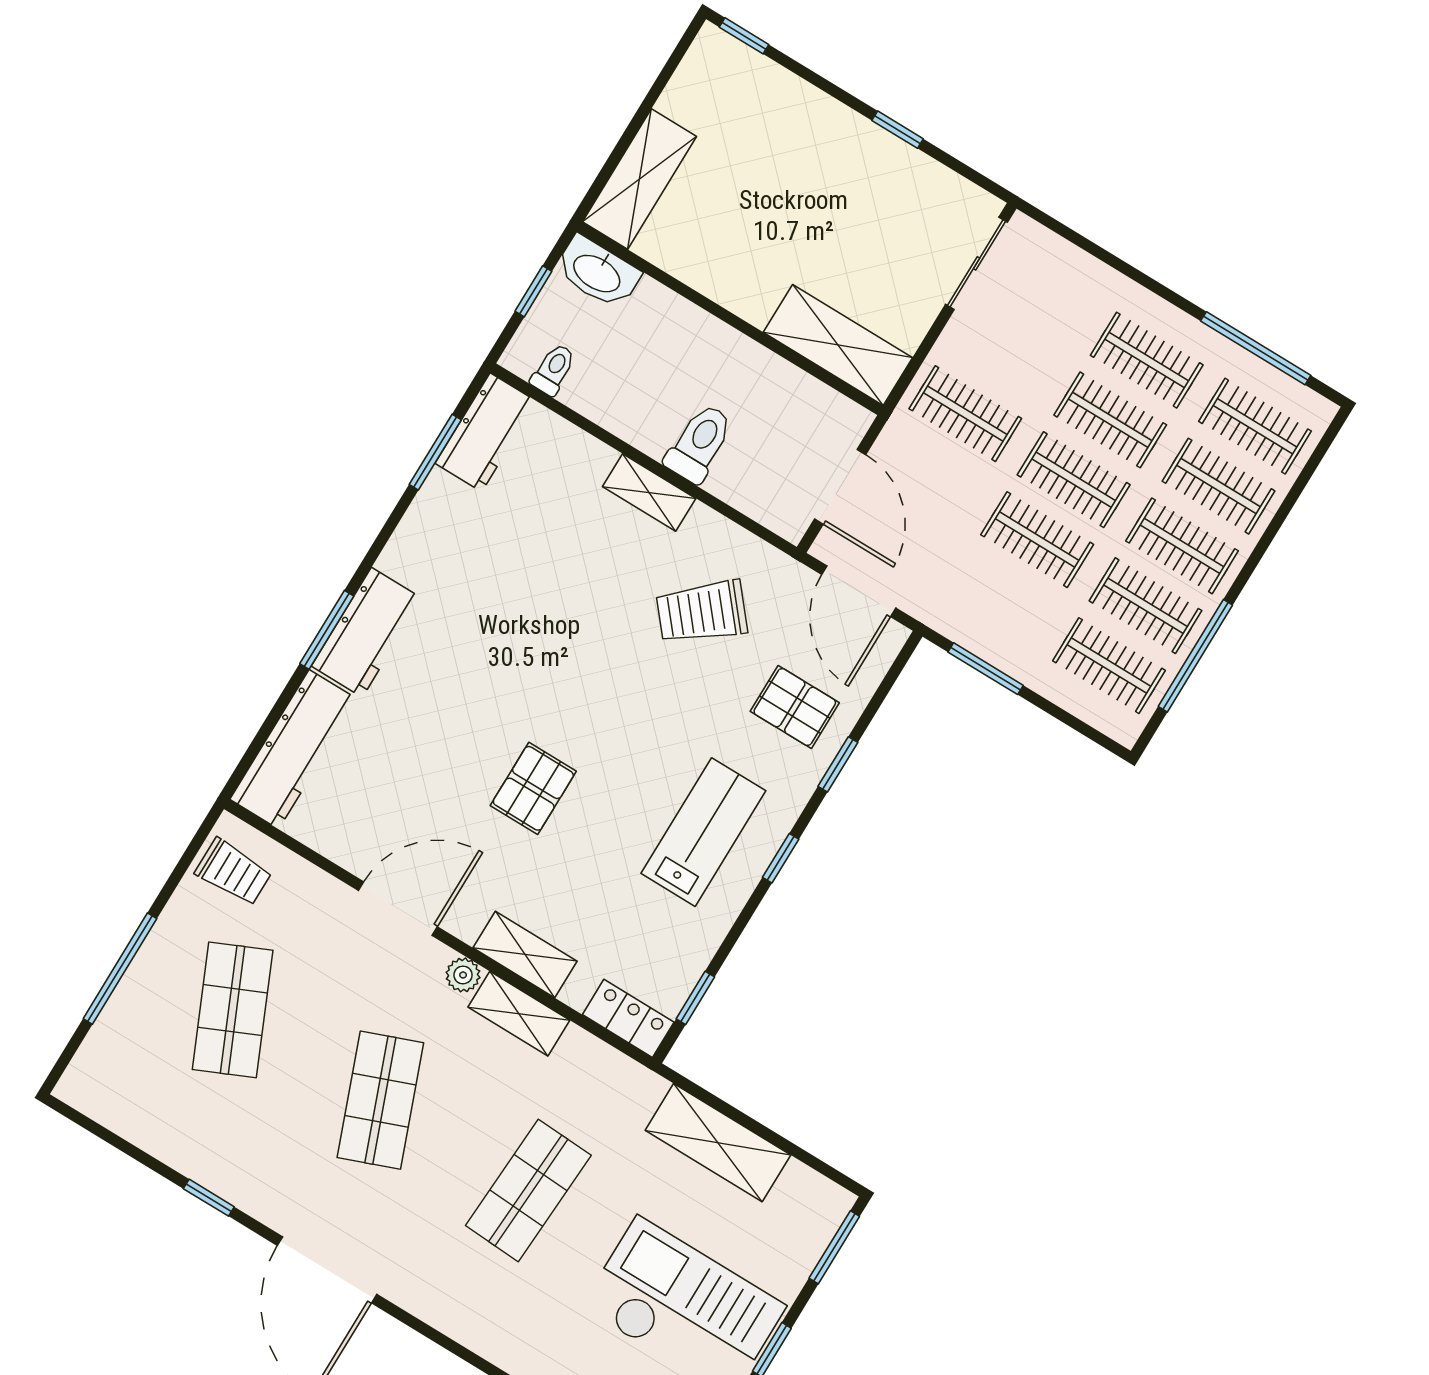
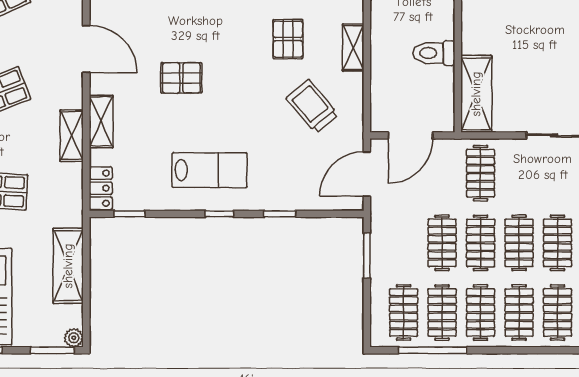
toilet: (699, 443) -> (434, 53), moved, turned 180
pallet: (795, 707) -> (288, 39), moved
plant: (463, 975) -> (74, 338), moved

